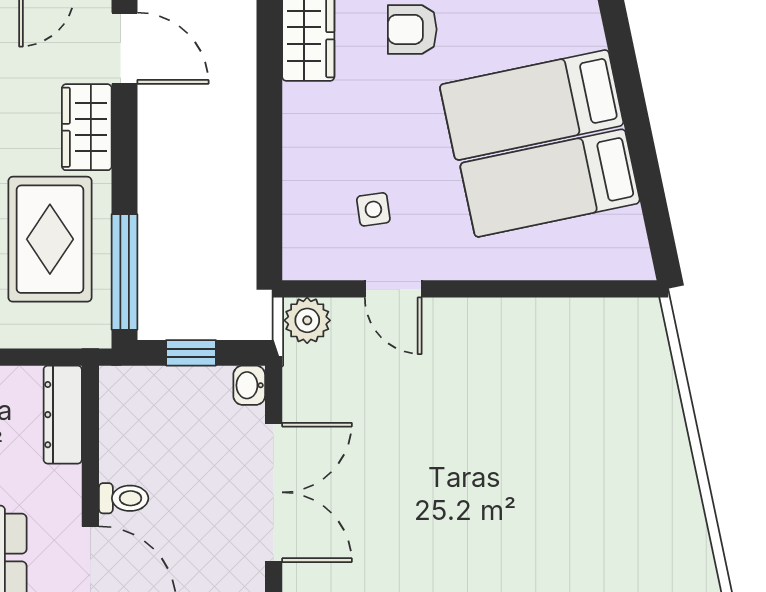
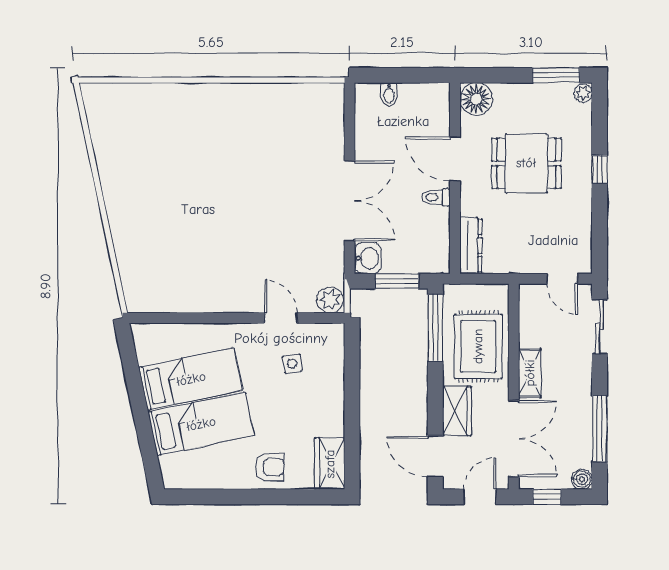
window: (191, 353) -> (397, 281), width x1.50
washbasin: (249, 385) -> (368, 258), width x1.38, depth x1.45
double door: (274, 492) -> (350, 201), swing flipped

